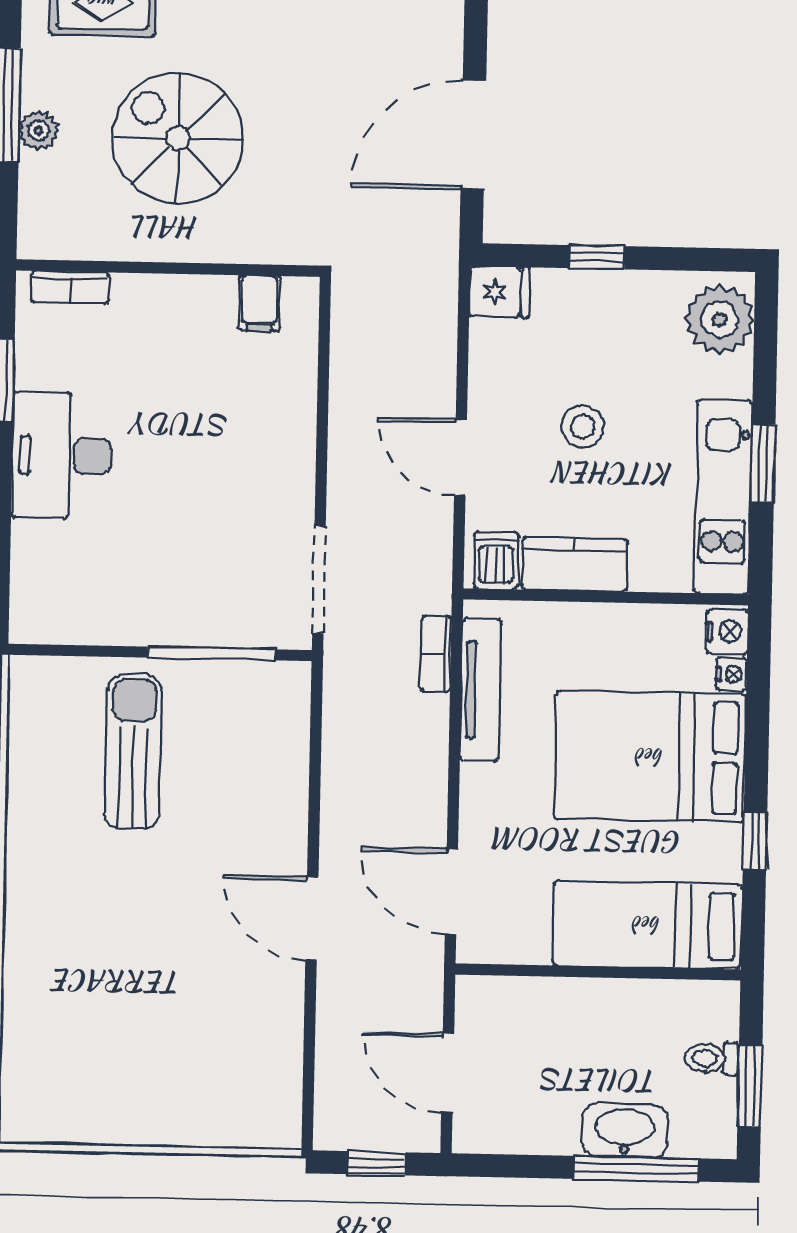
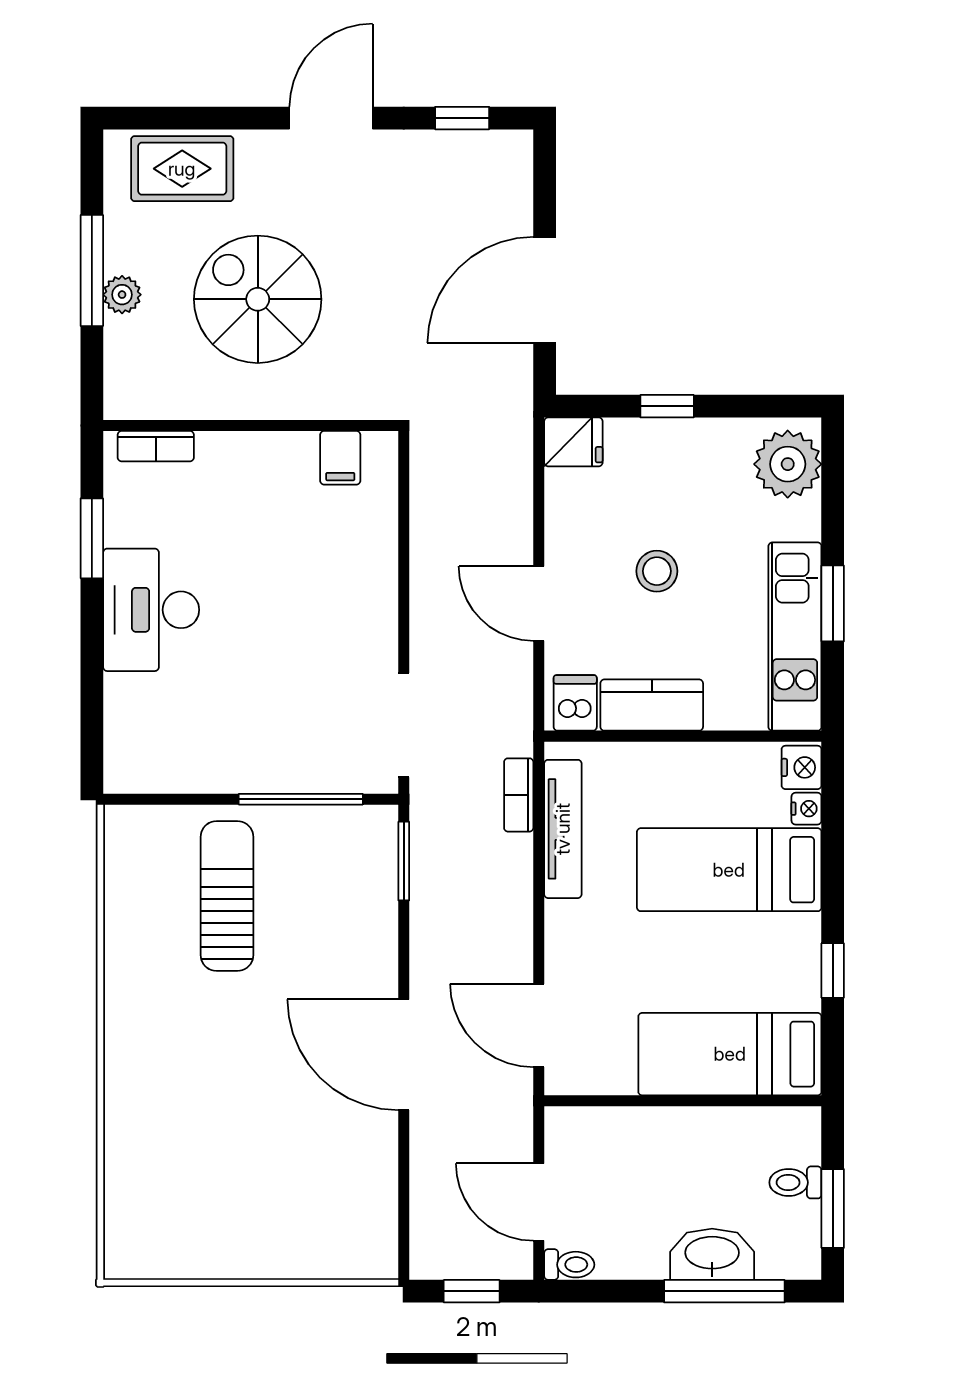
window: (316, 719) -> (404, 861), added
bed: (650, 757) -> (729, 870), width x0.67
door: (312, 919) -> (404, 1055), width x1.36
toilet: (478, 1138) -> (569, 1265), added

